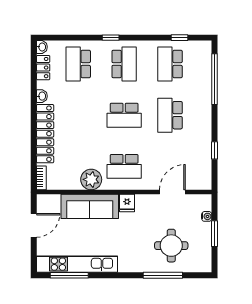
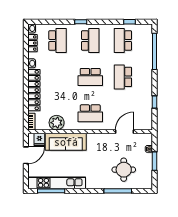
school desk: (78, 64) -> (58, 41), turned 180
plant: (91, 179) -> (57, 123), moved
fridge: (127, 203) -> (39, 139), moved

